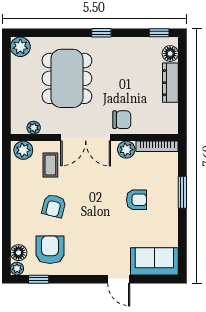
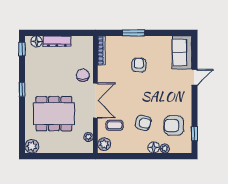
plant: (126, 150) -> (104, 72), removed
floor lamp: (19, 253) -> (154, 147), moved
plant: (17, 269) -> (165, 149), moved

